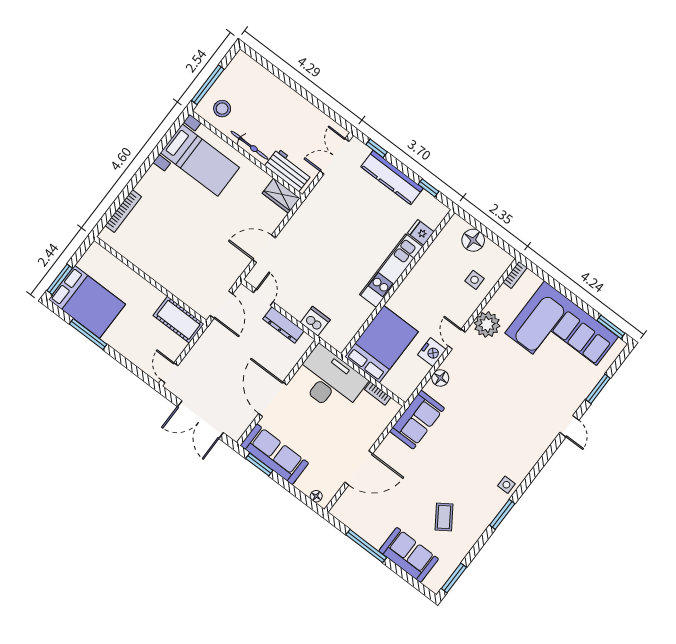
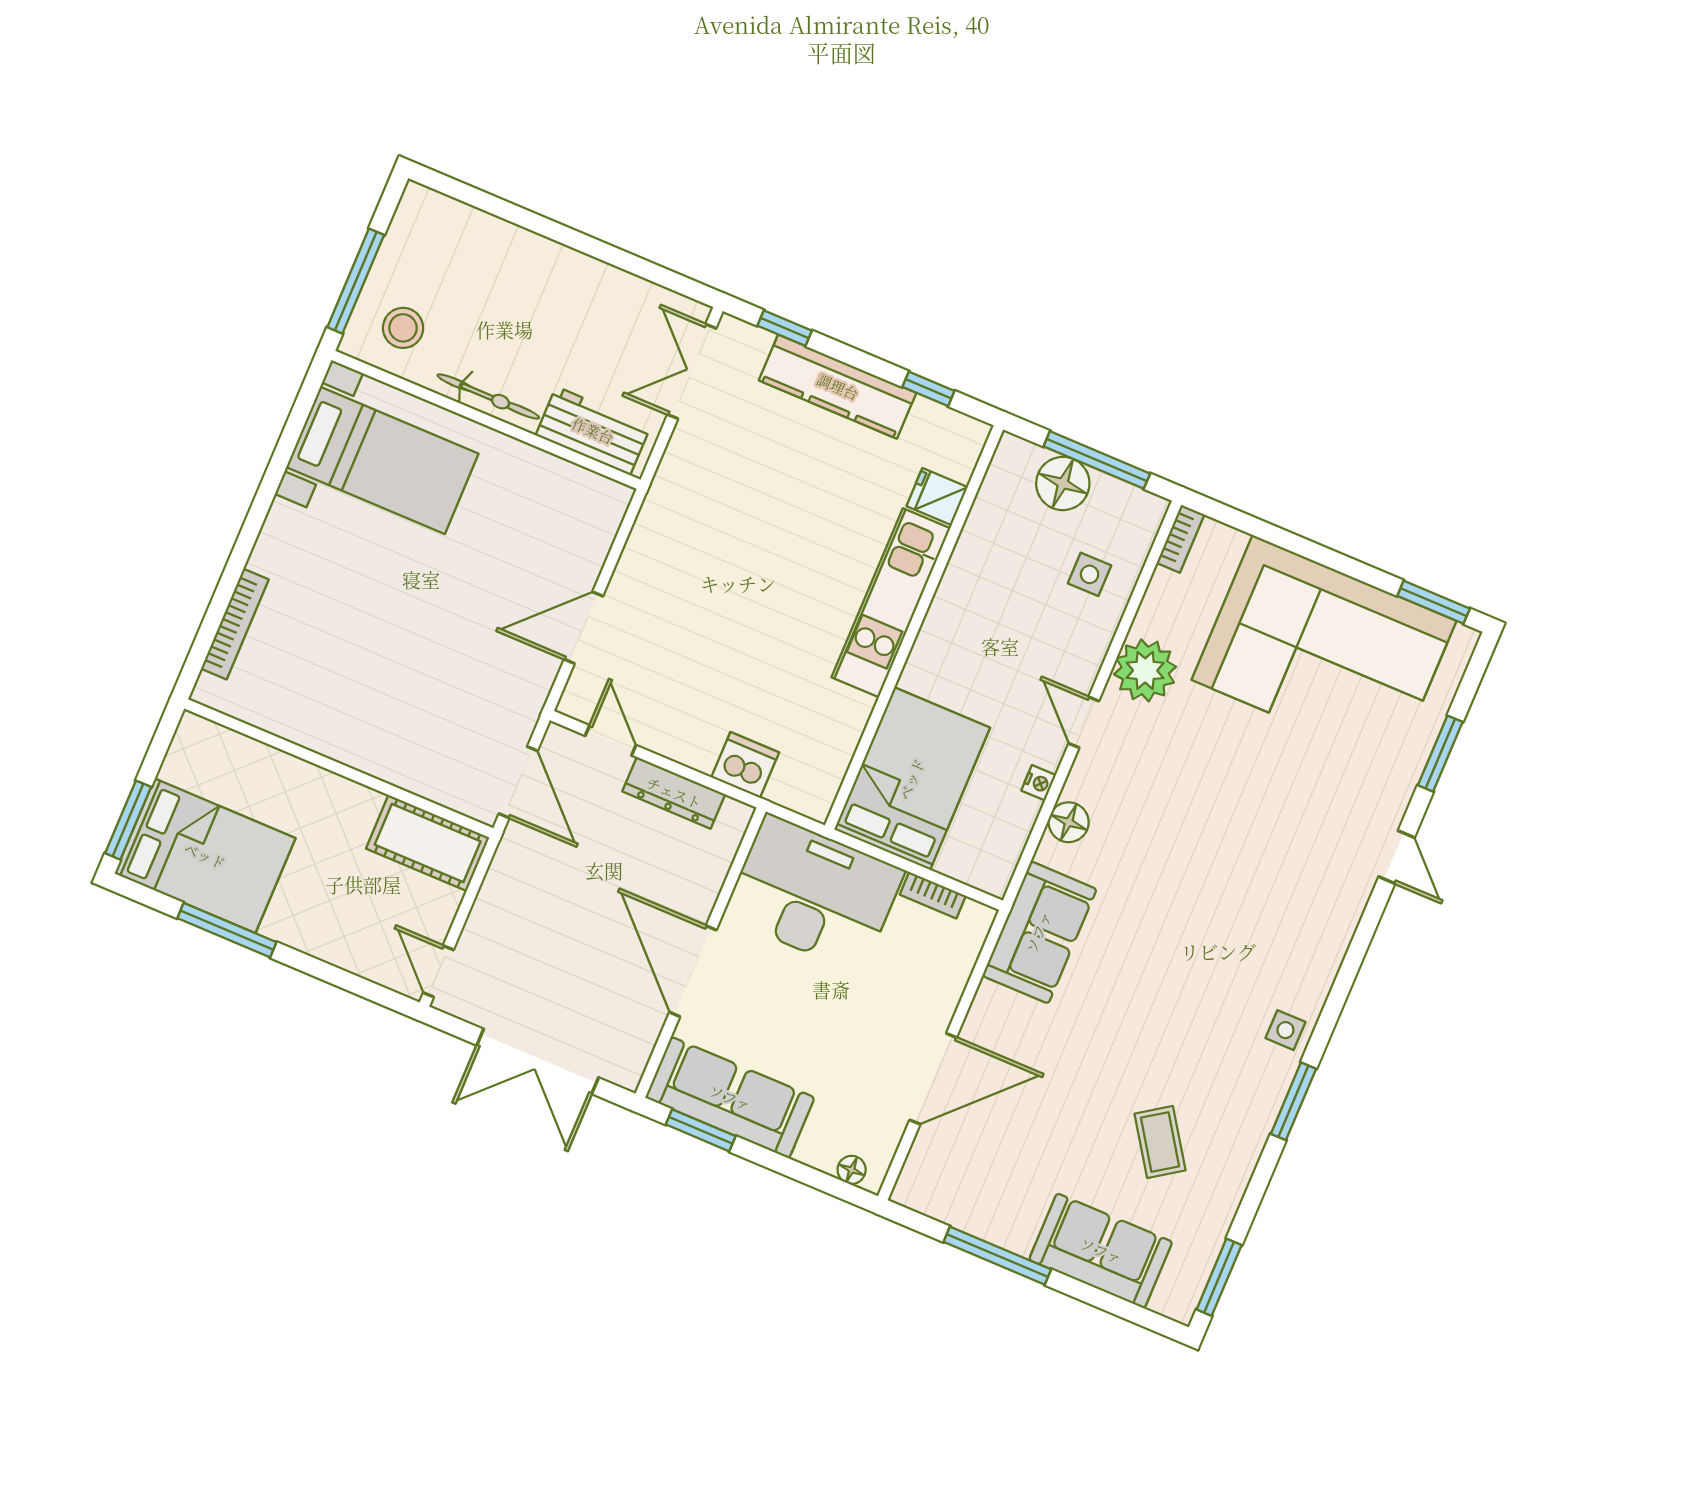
wardrobe: (281, 196) -> (591, 495), removed
window: (489, 234) -> (1097, 460), added
nightstand: (432, 352) -> (1039, 783), width x0.53, depth x0.56

